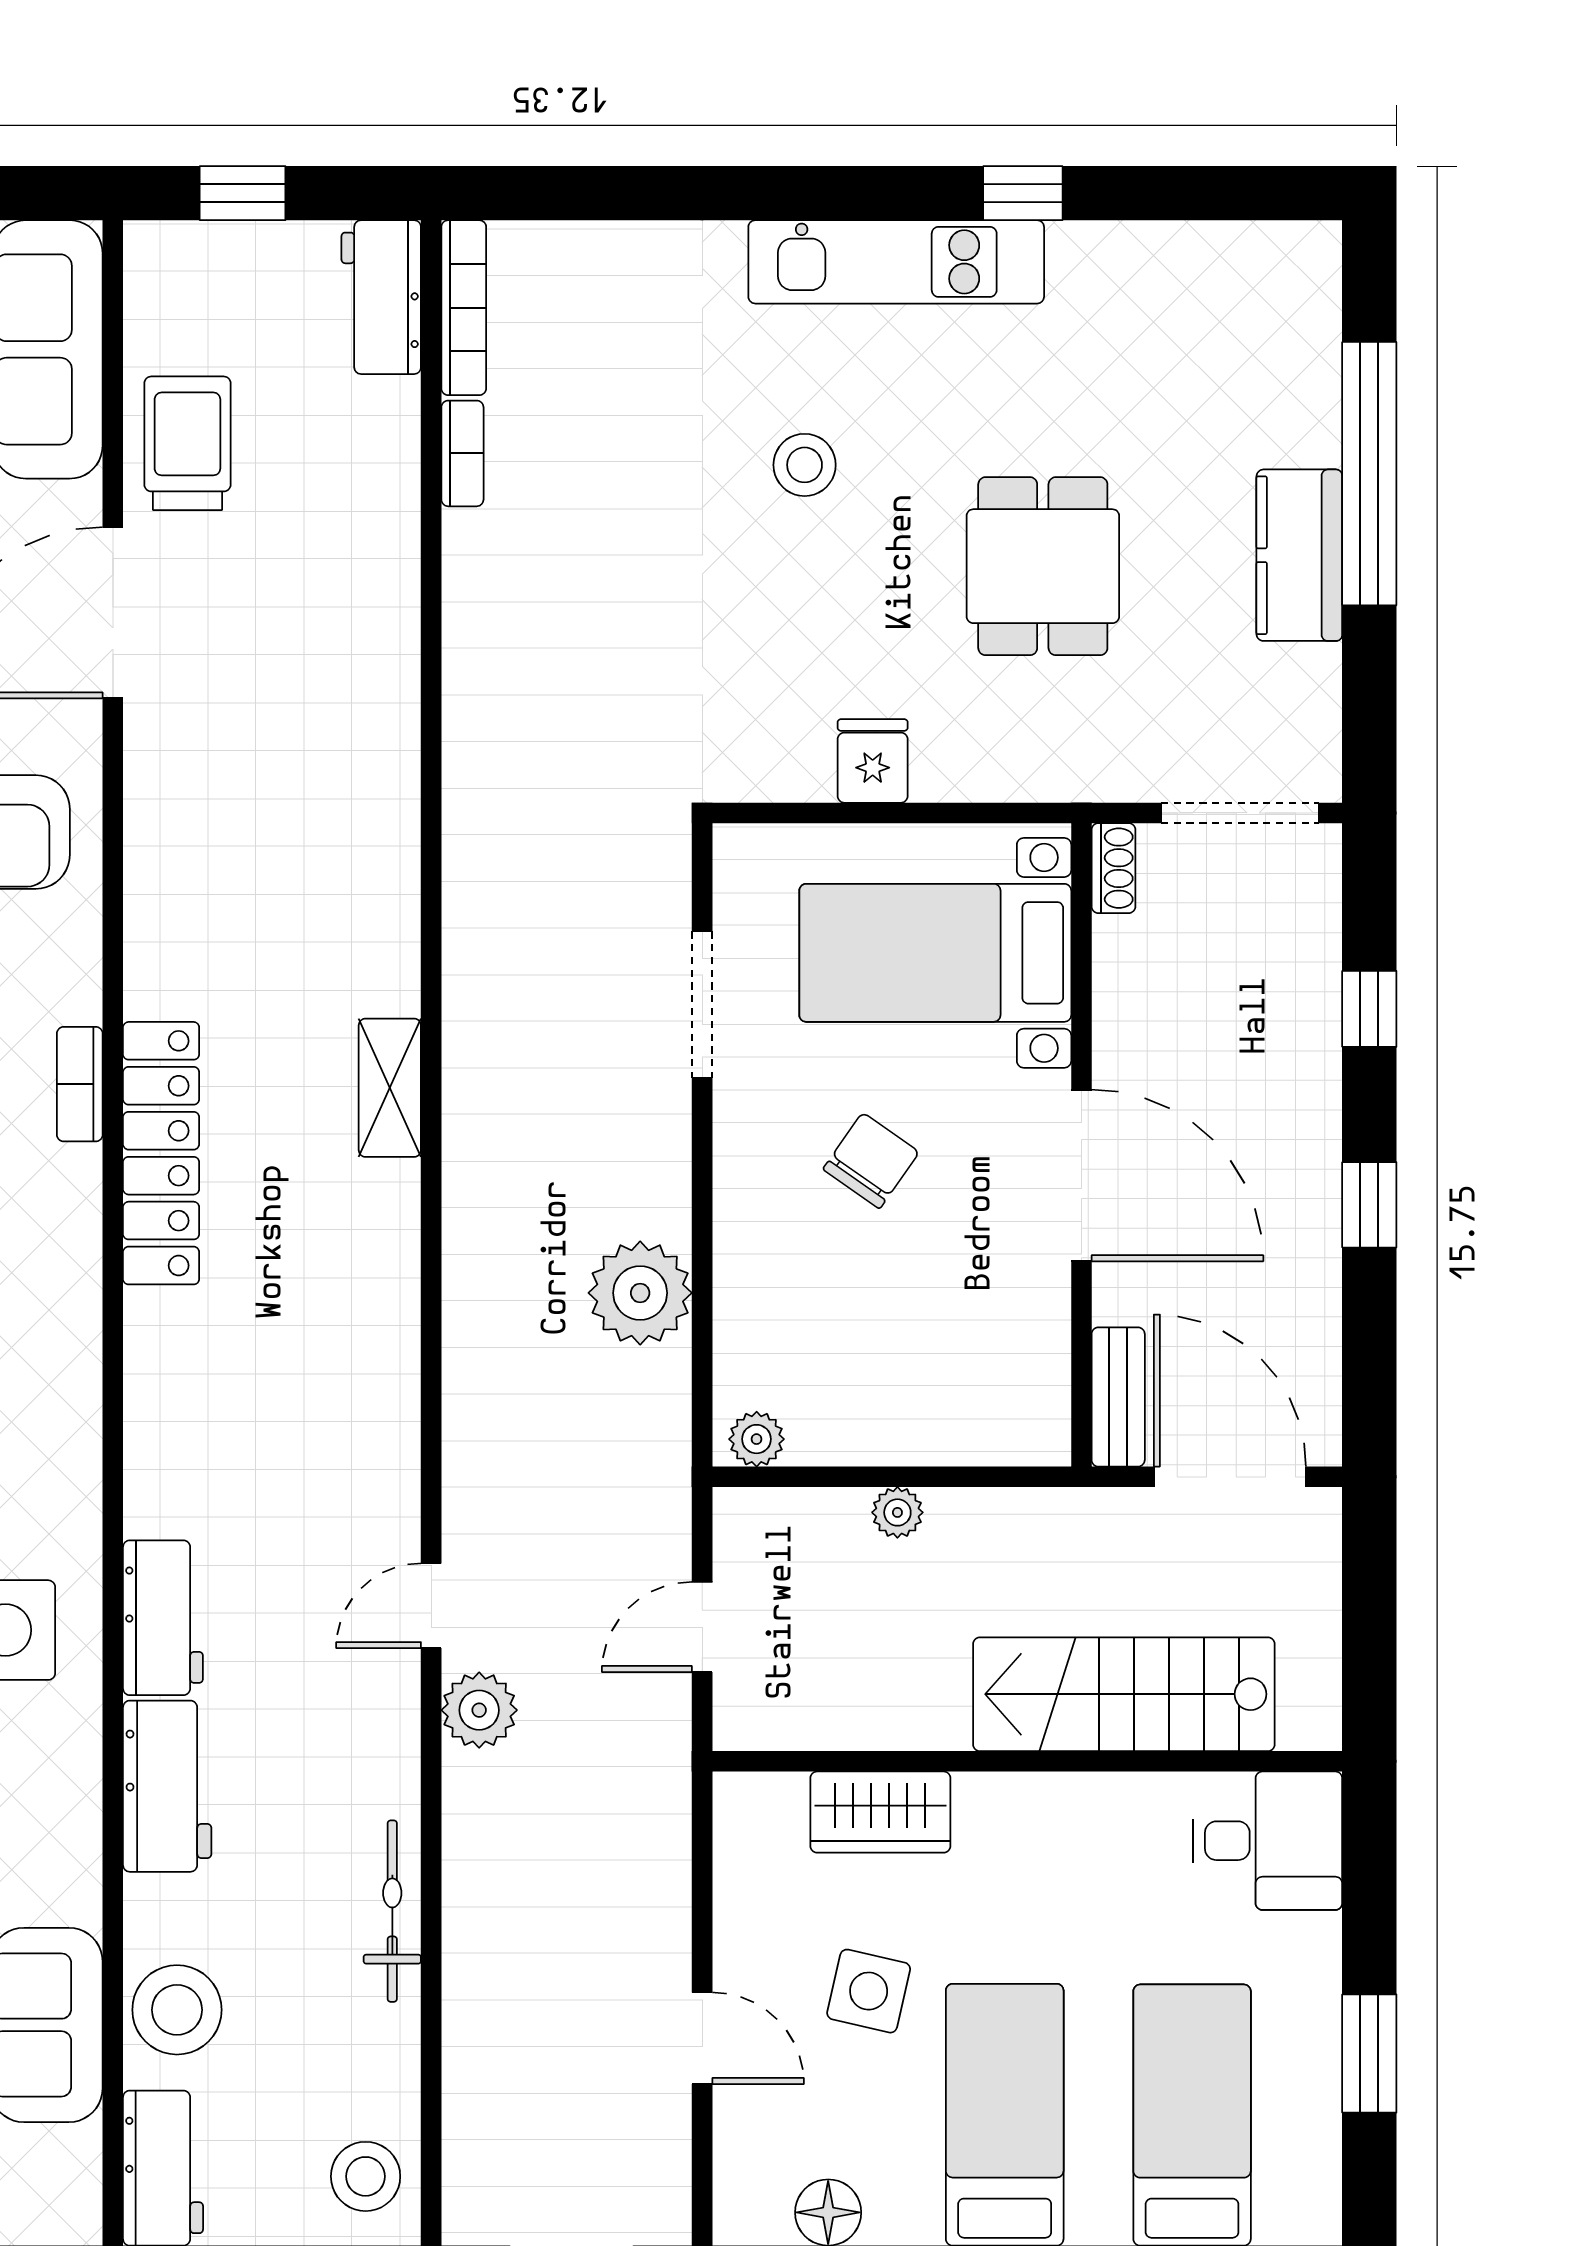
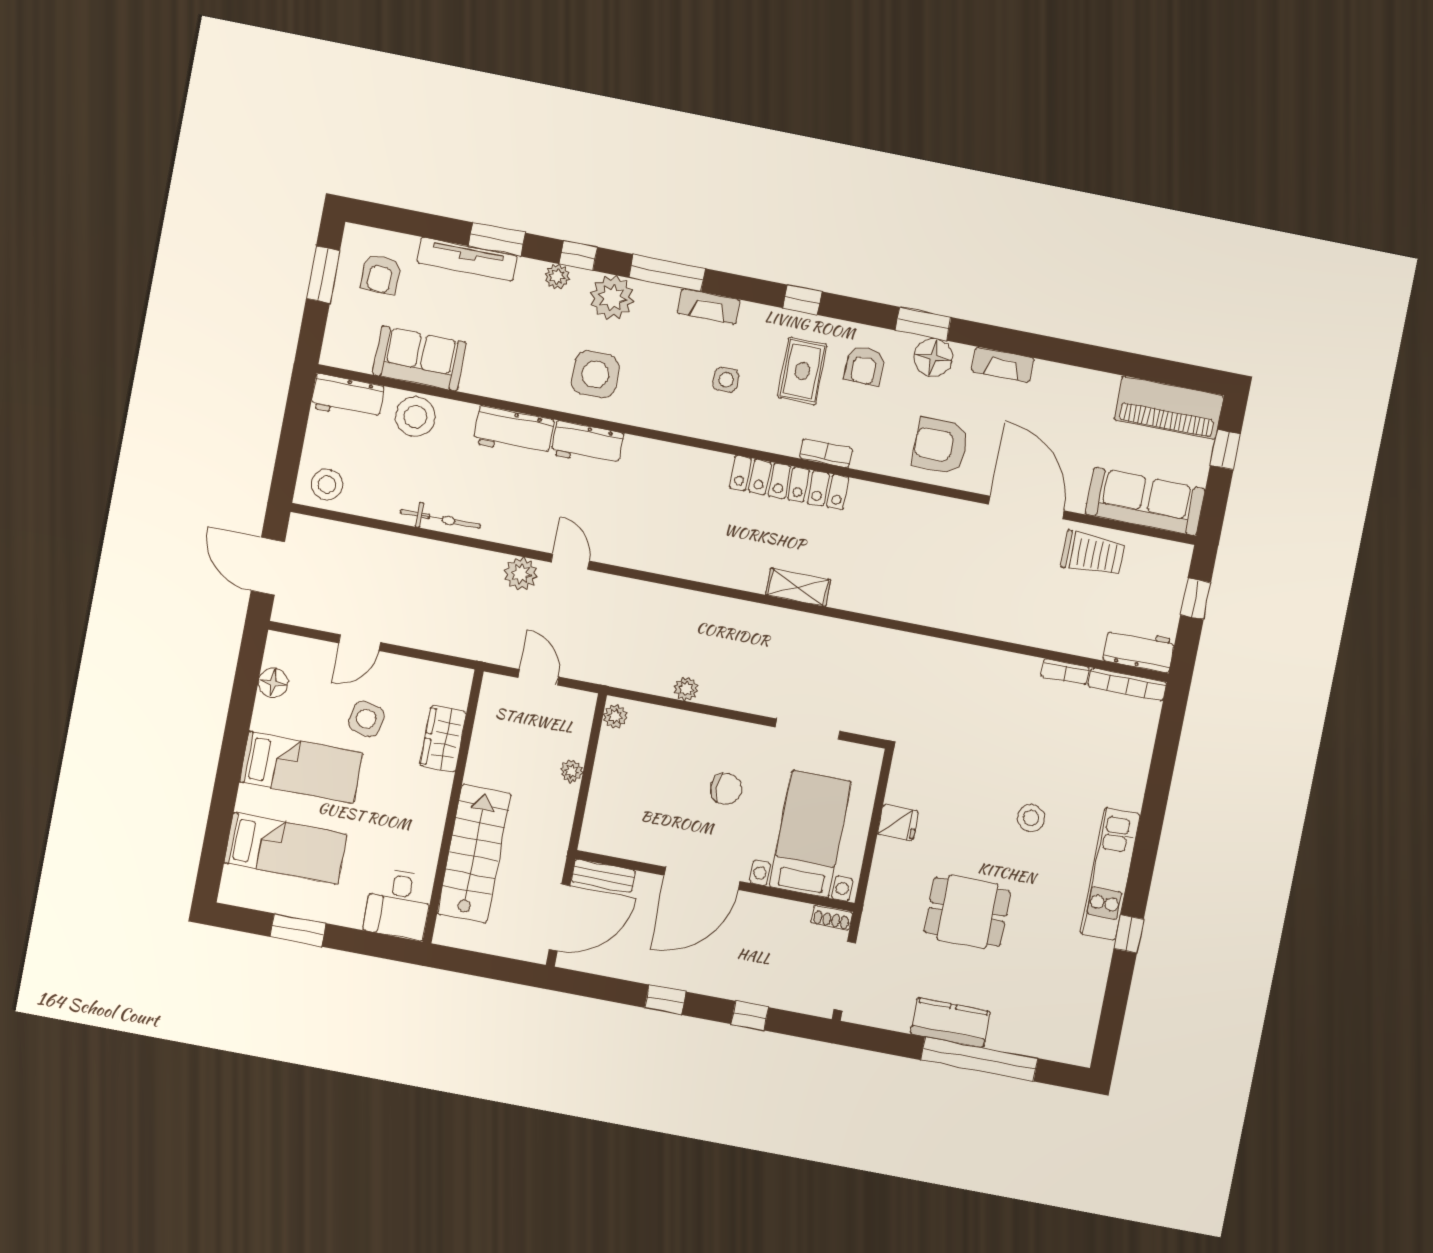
chair: (871, 1161) -> (726, 789), turned -35
plant: (640, 1293) -> (686, 689), width x0.53, depth x0.53

